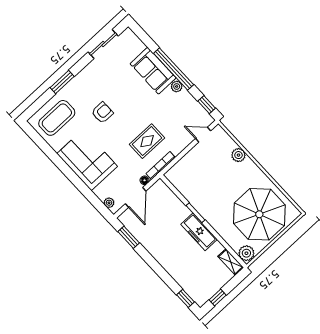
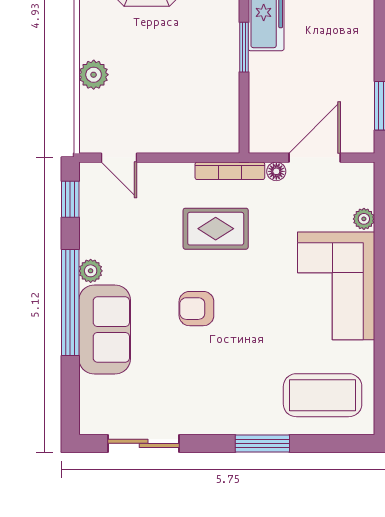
armchair: (102, 113) -> (196, 309), moved
plant: (109, 203) -> (364, 219), moved

